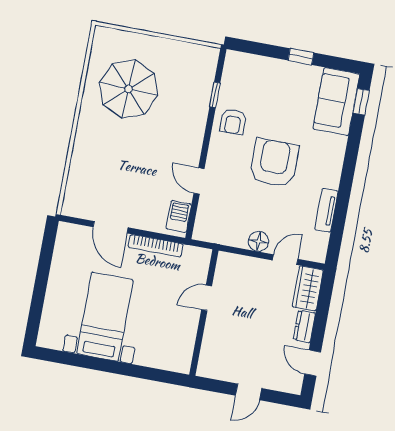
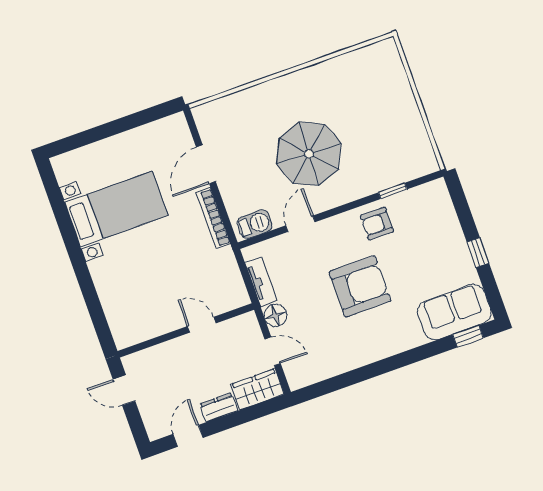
parasol: (128, 89) -> (309, 154), moved
tv unit: (326, 210) -> (261, 281), moved, turned 90
door: (207, 298) -> (202, 325), moved
wall: (204, 313) -> (186, 330), moved

